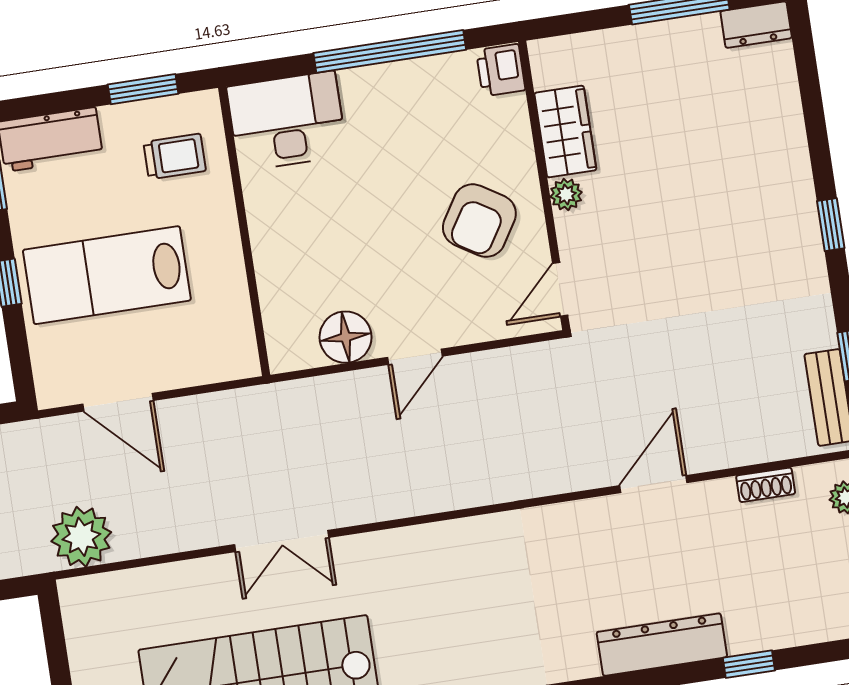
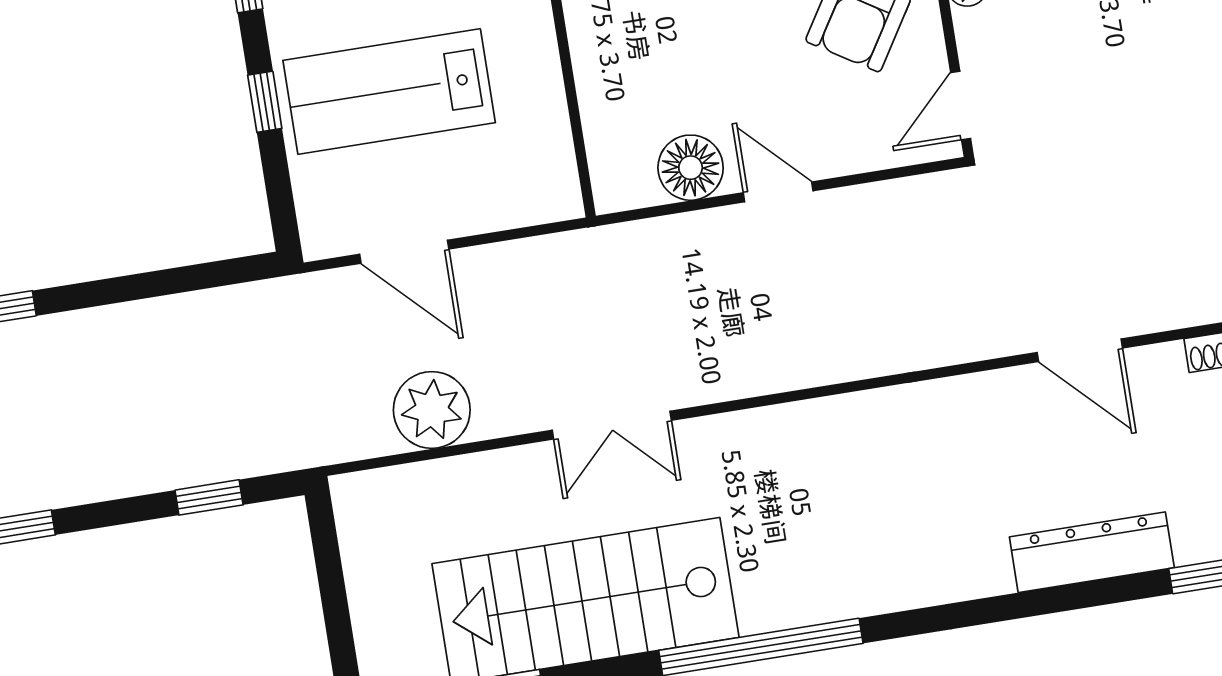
door: (415, 357) -> (778, 192), swing flipped
door: (653, 484) -> (1080, 350), swing flipped
plant: (81, 537) -> (432, 410), moved

